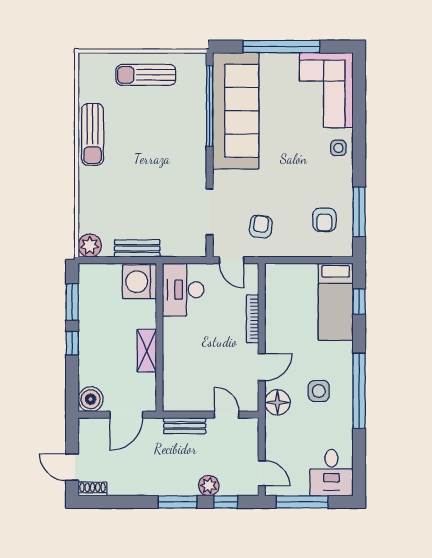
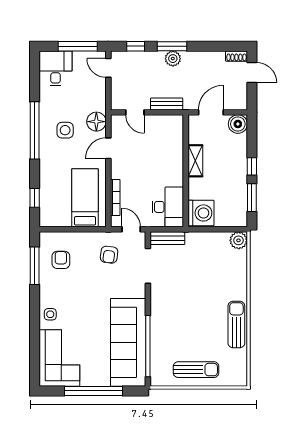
bench: (137, 249) -> (167, 238), moved
bed: (336, 302) -> (85, 198), moved
bookcase: (253, 319) -> (115, 198), moved
plant: (209, 486) -> (173, 59), moved

